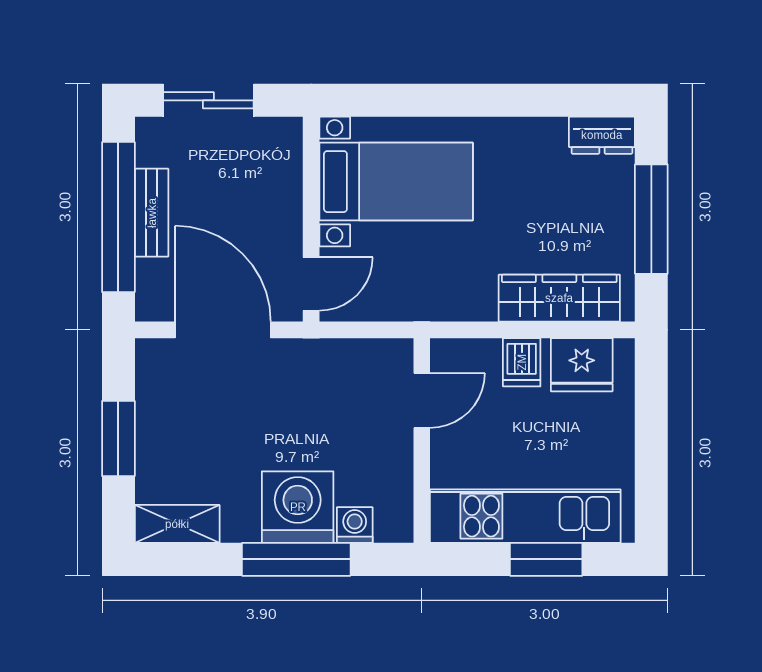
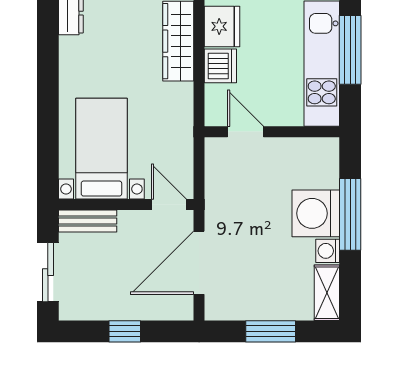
bench: (152, 213) -> (88, 221), moved
window: (118, 217) -> (125, 331), width x0.32
dishwasher: (522, 362) -> (220, 66), width x1.38
washing machine: (355, 525) -> (328, 251), moved
window: (546, 559) -> (350, 50), width x1.44

